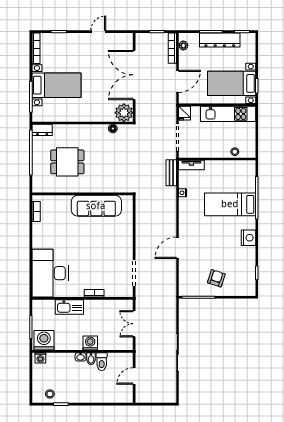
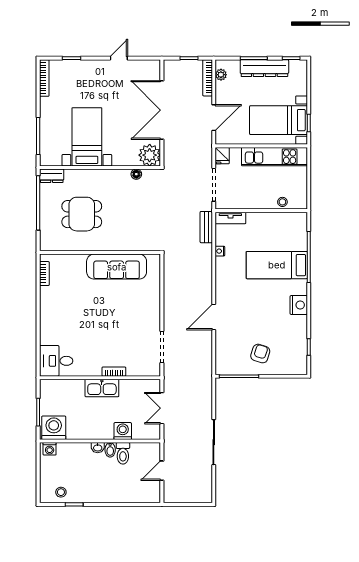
bed with nightstands: (56, 85) -> (87, 137), moved, turned -90
desk: (50, 273) -> (56, 361), width x0.53, depth x0.77
kitchen sink: (69, 307) -> (102, 388), moved
washing machine: (90, 343) -> (123, 431), moved

